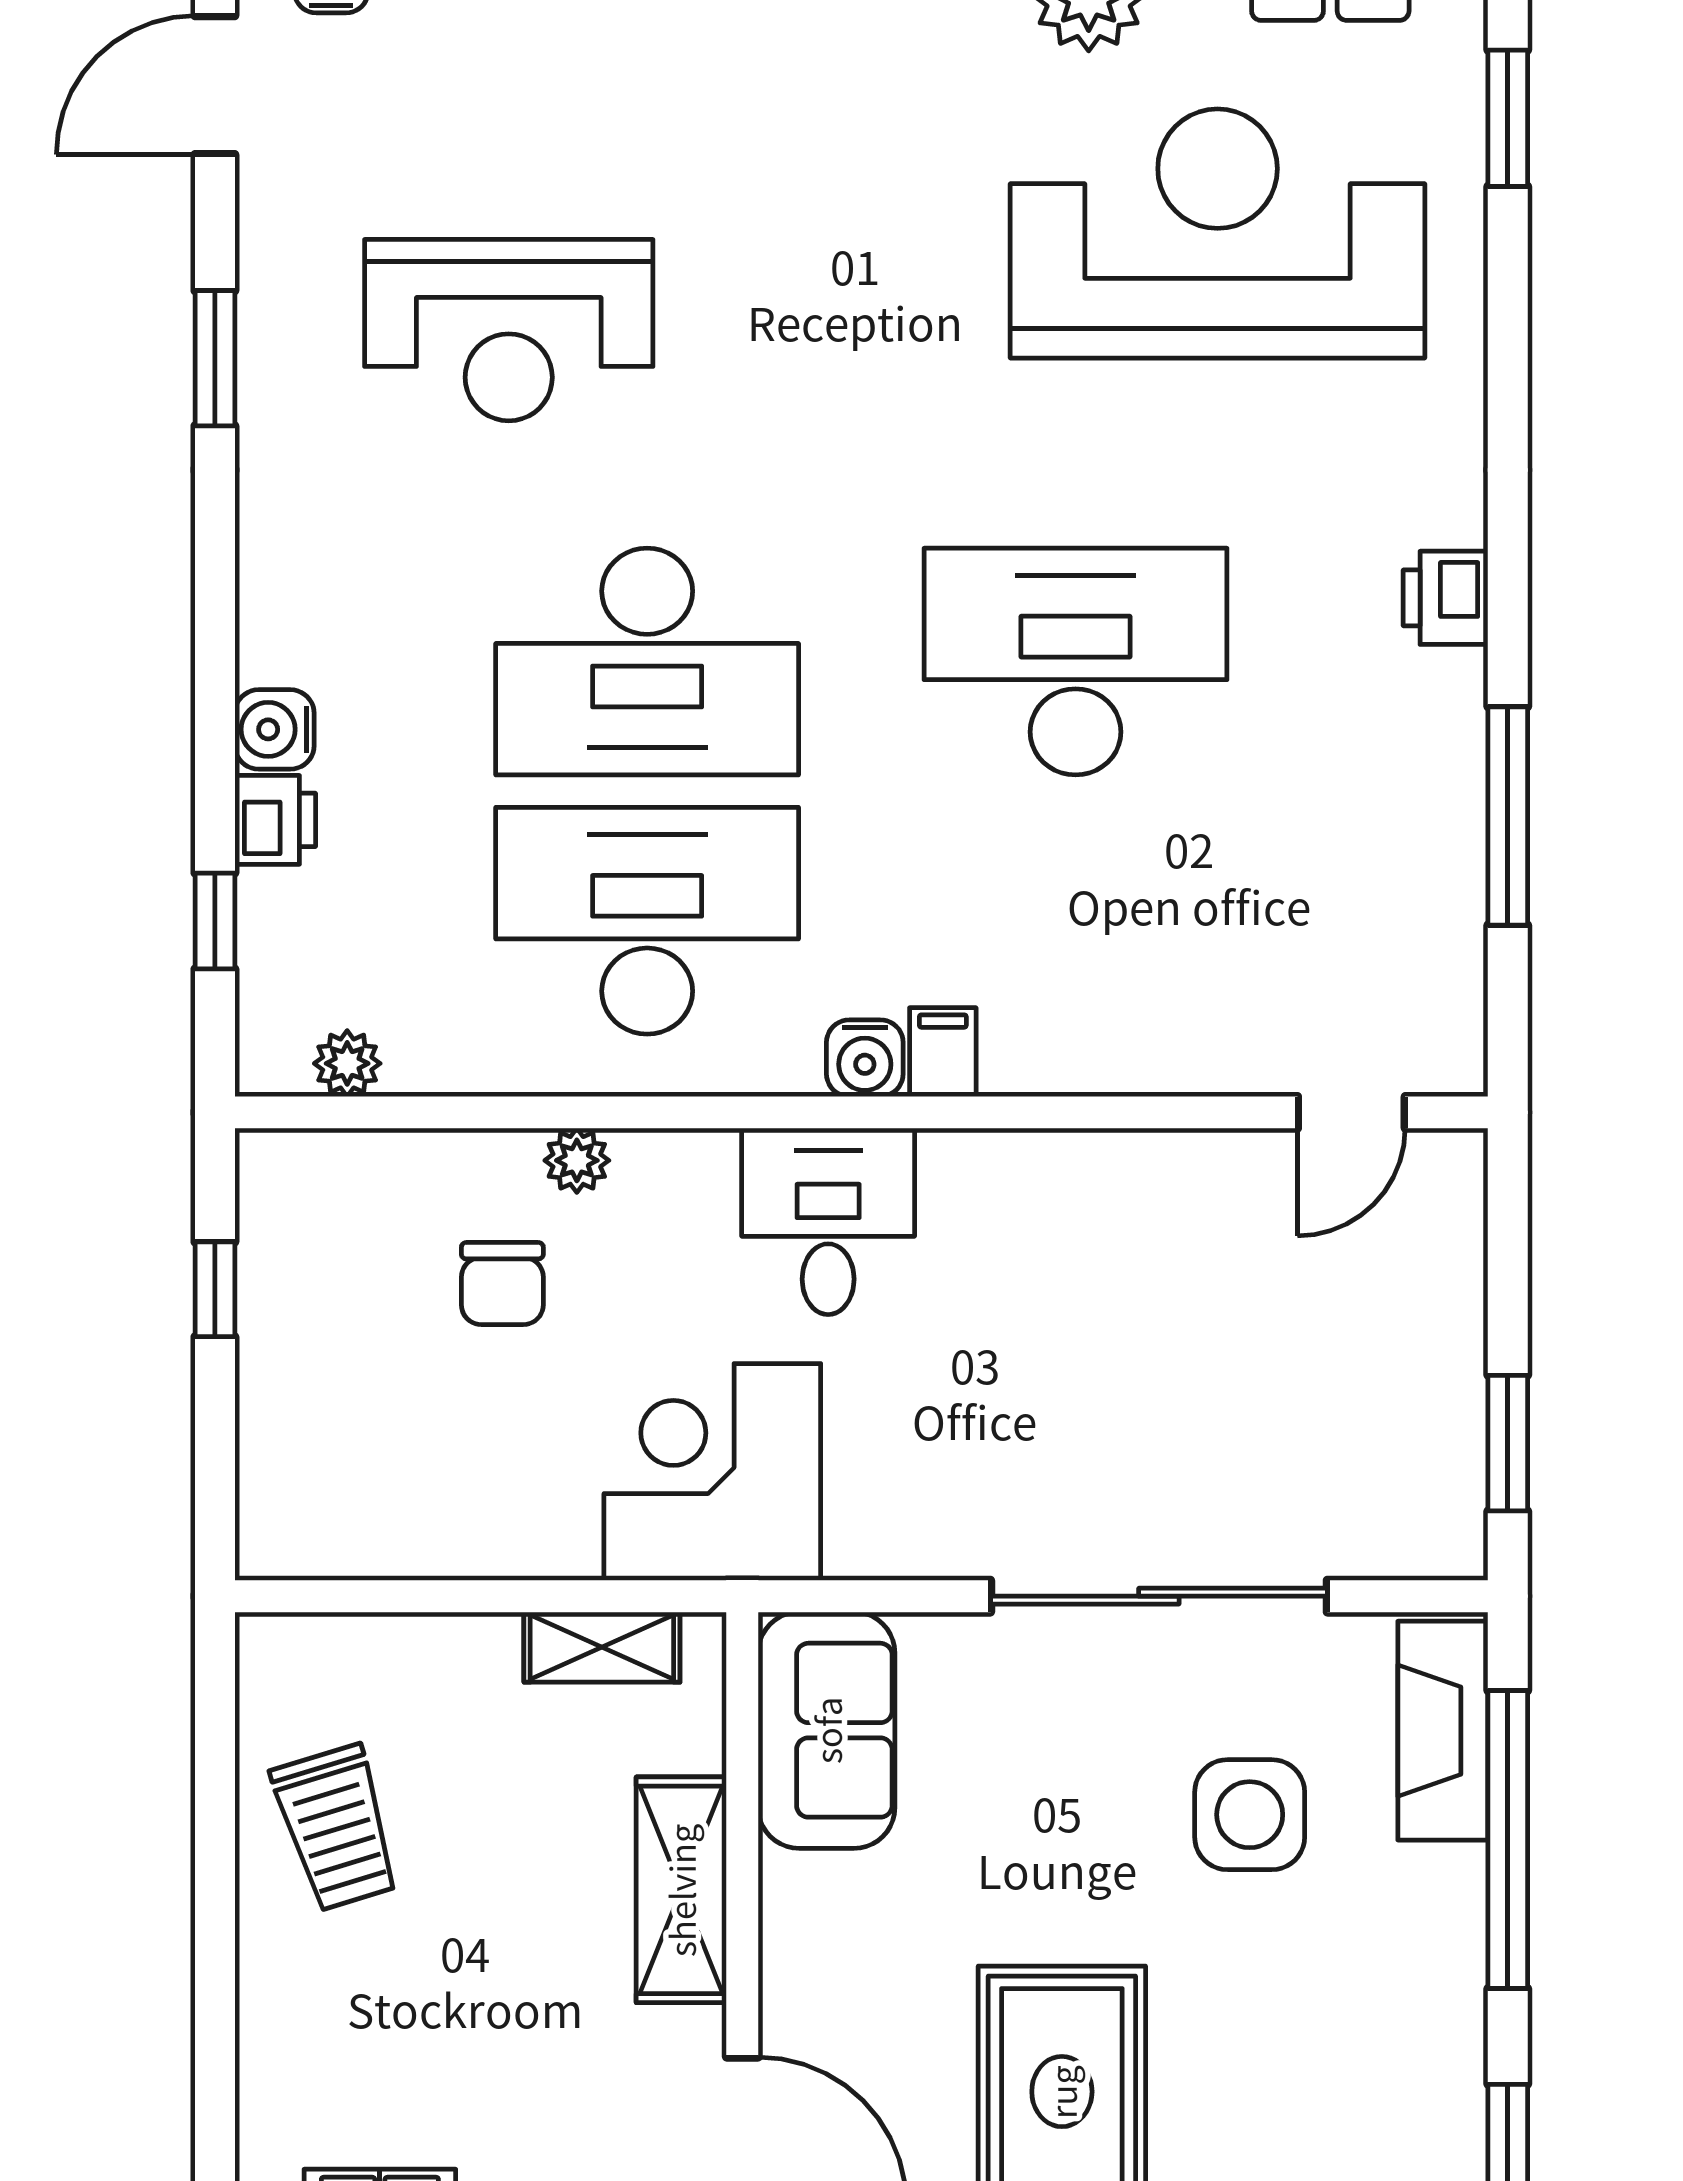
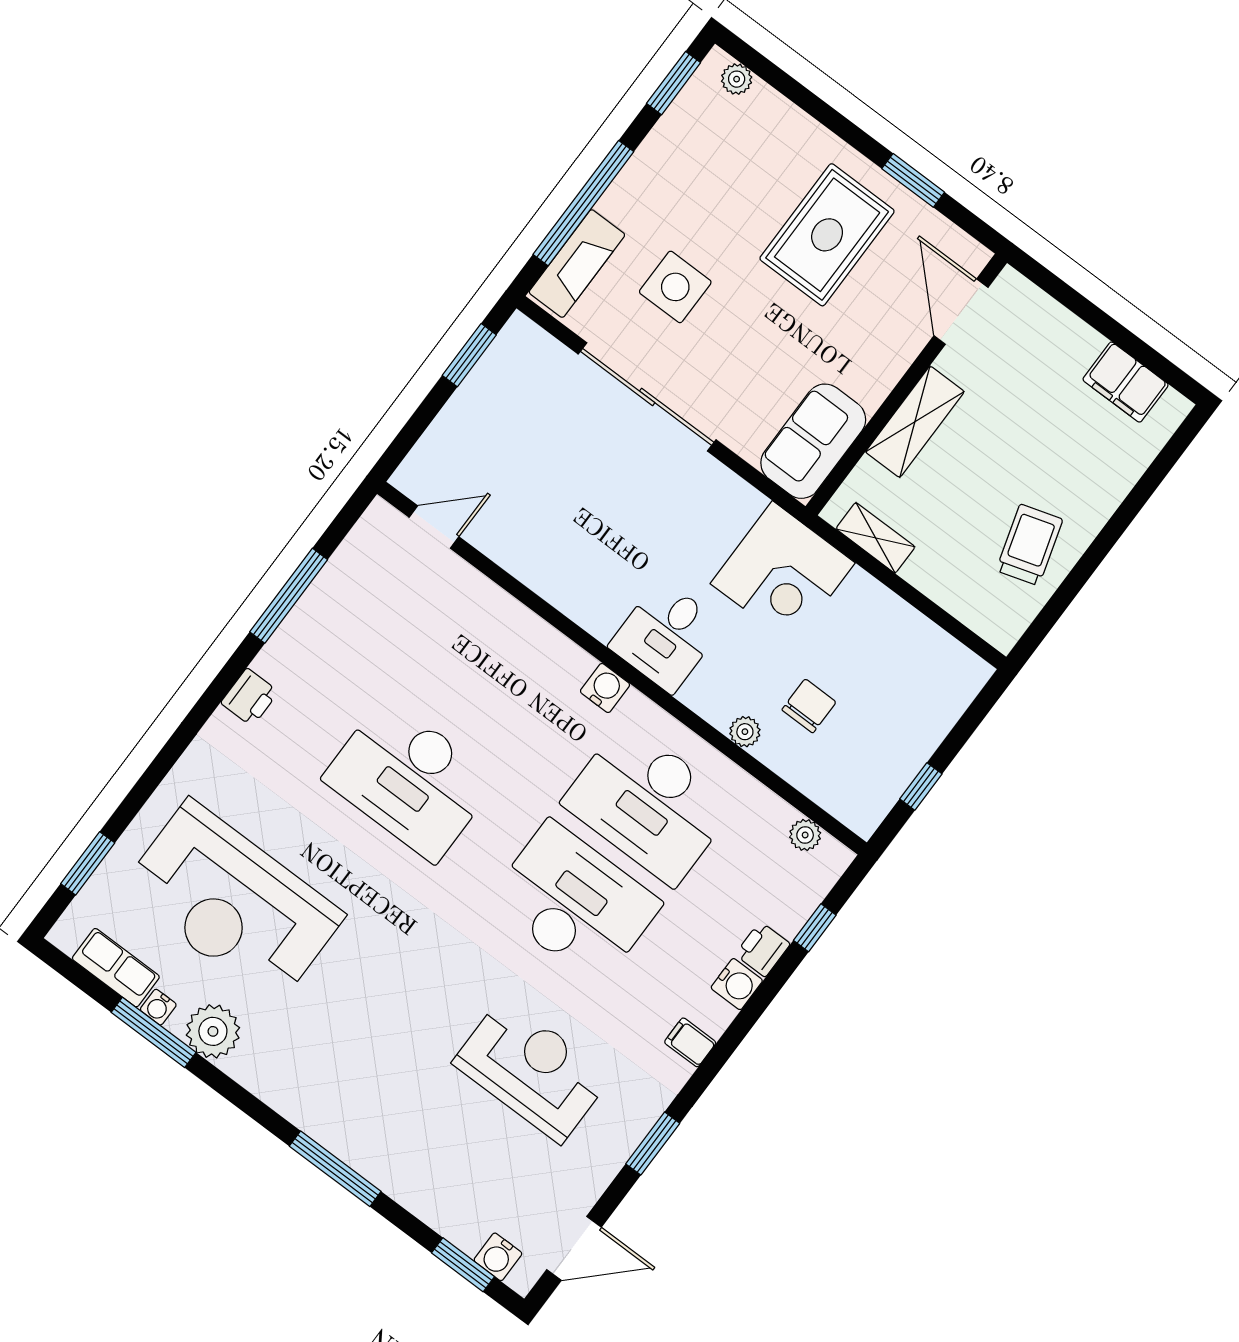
filing cabinet: (943, 1052) -> (690, 1042), moved, turned 90

